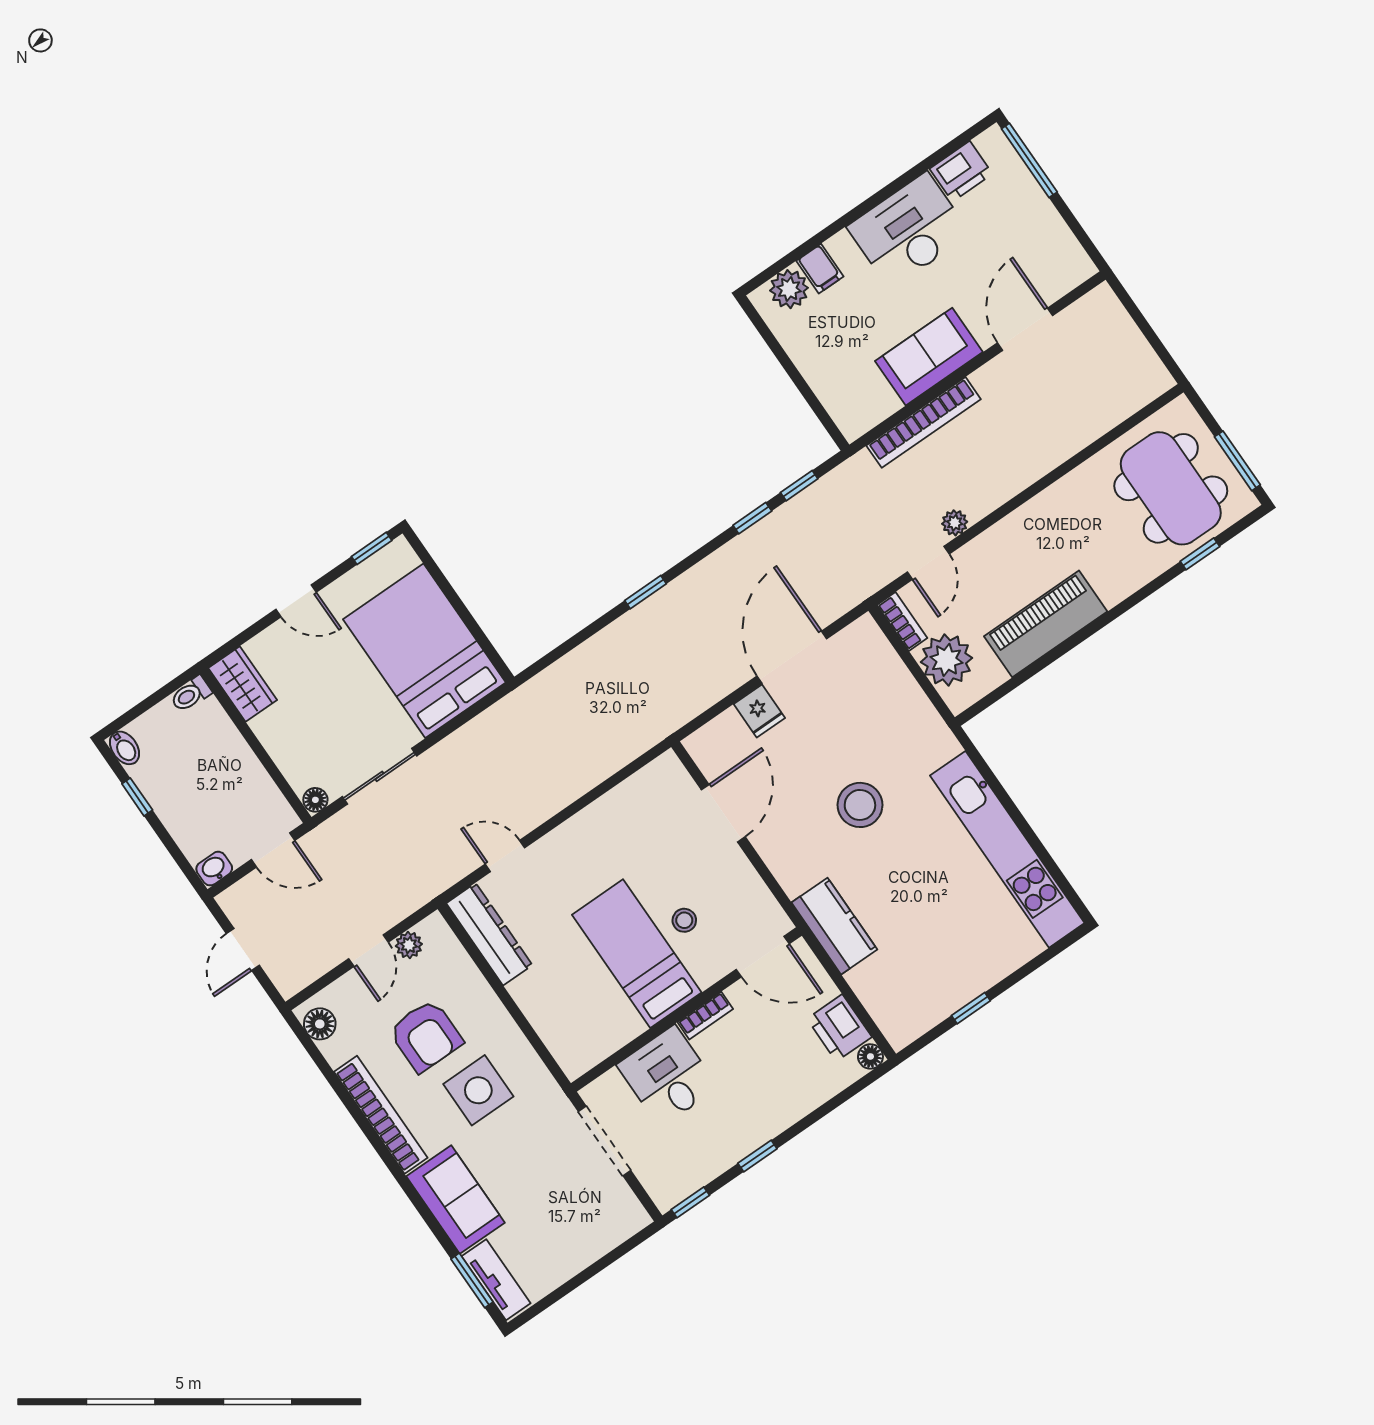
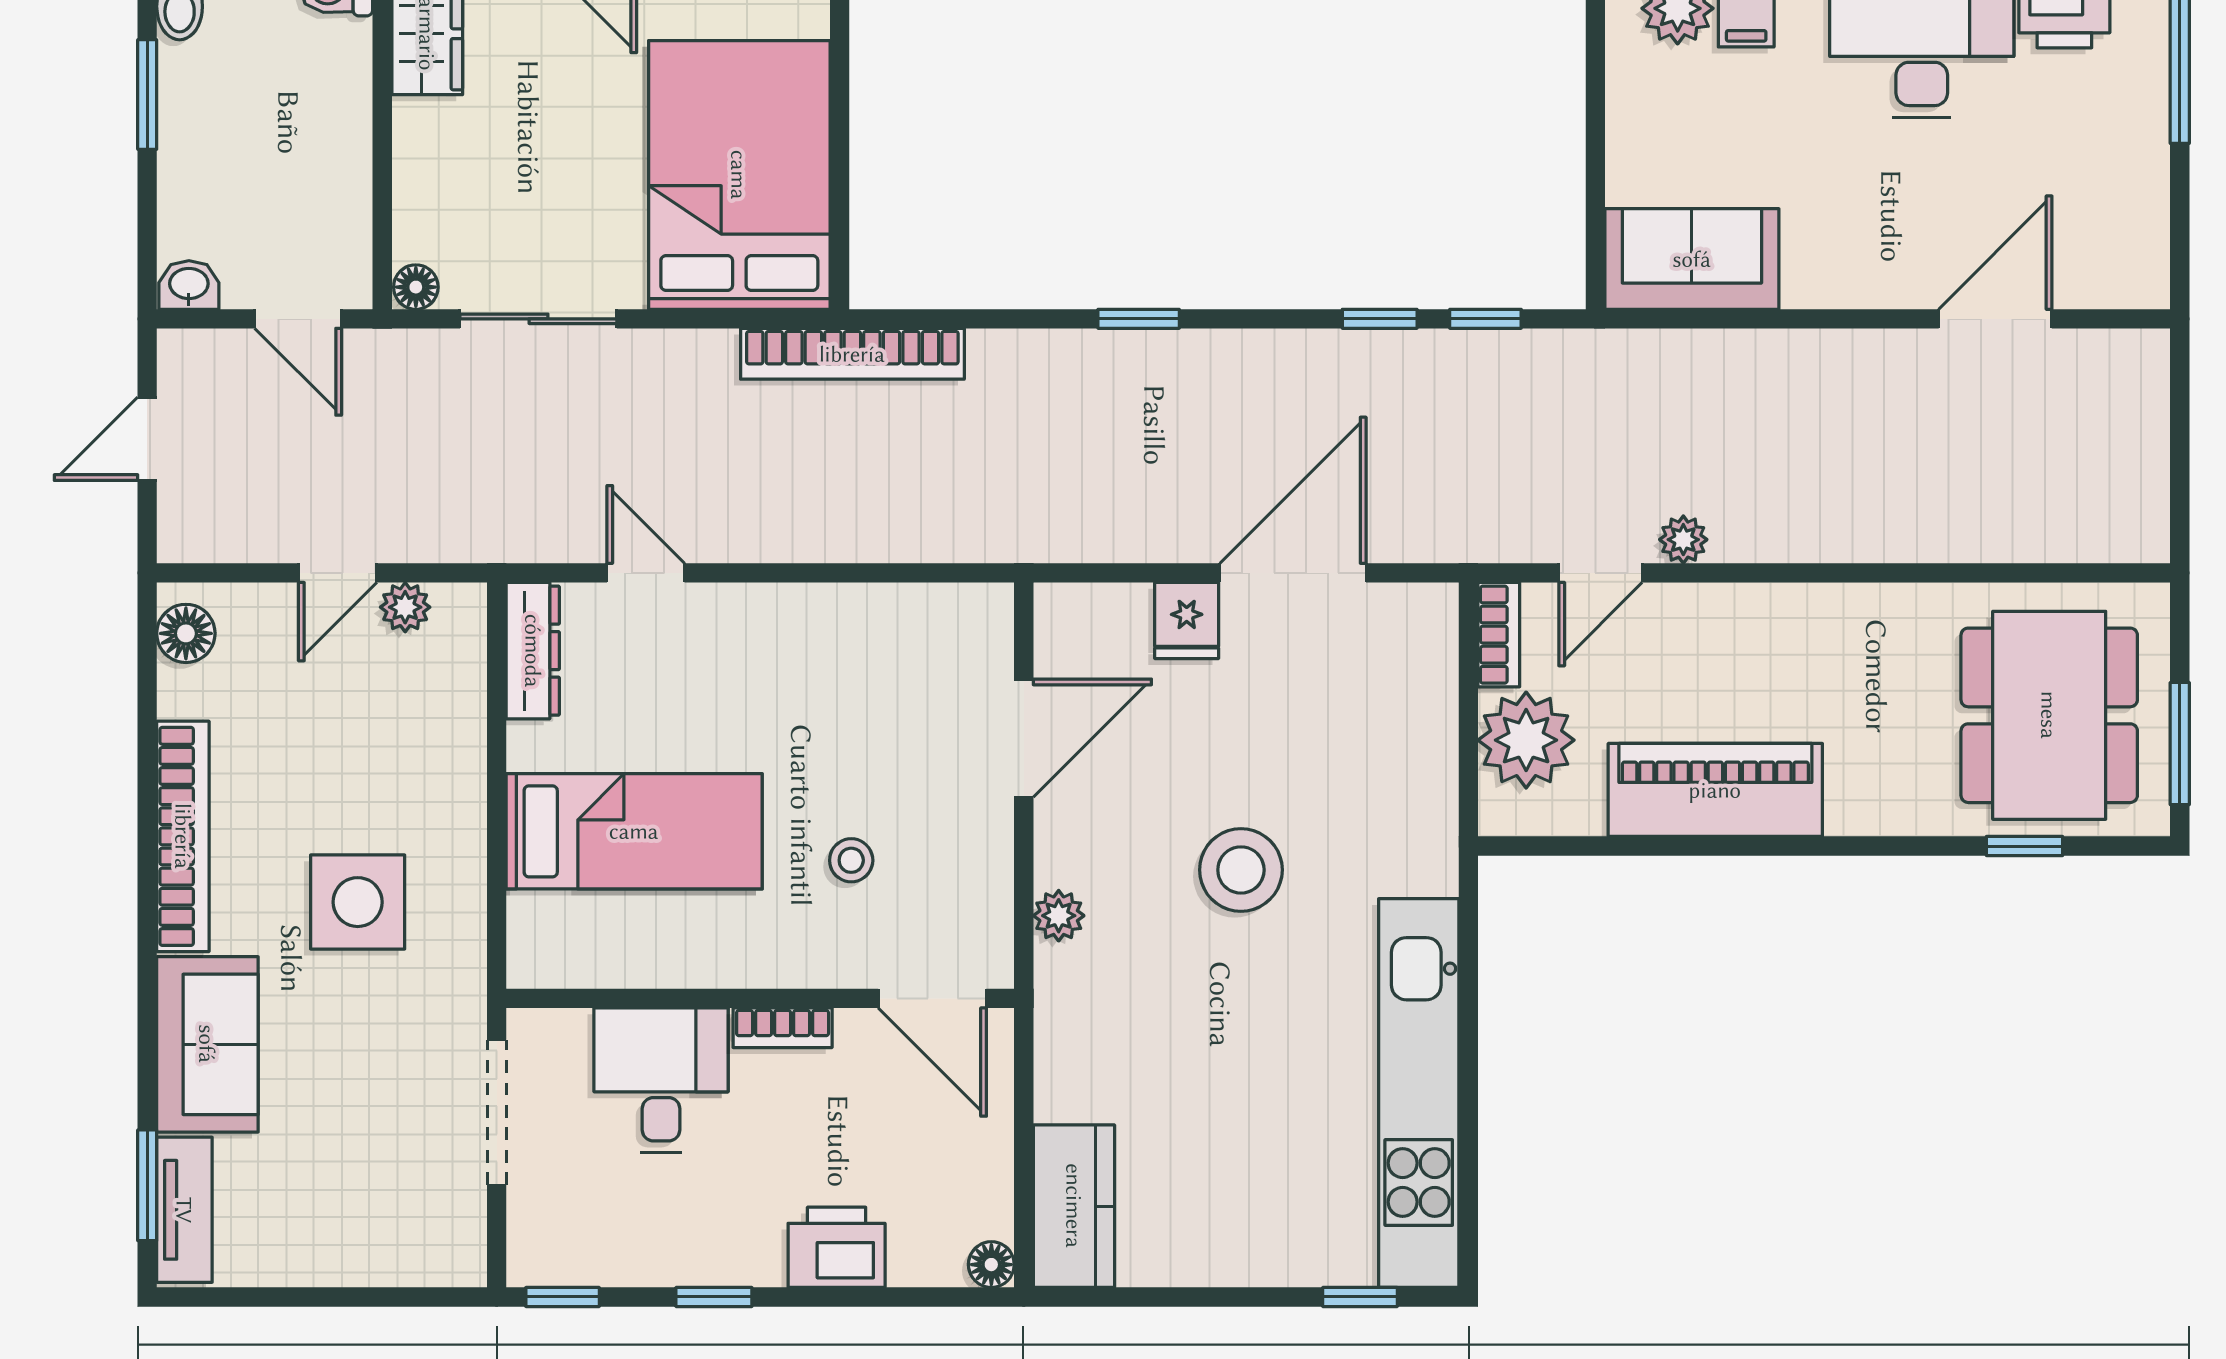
sofa: (929, 357) -> (1692, 259), moved
bookcase: (924, 422) -> (852, 354), moved
window: (137, 797) -> (147, 94), width x1.50
plant: (793, 881) -> (1059, 916), added
kitchen counter: (834, 926) -> (1074, 1206), moved
dresser: (489, 934) -> (533, 651), width x0.73, depth x0.80
bed: (637, 954) -> (634, 831), moved, turned 90
window: (971, 1008) -> (1360, 1297), moved
printer: (839, 1028) -> (837, 1247), moved, turned 90
armchair: (426, 1036) -> (335, 763), removed

